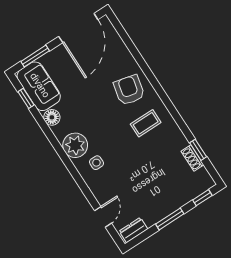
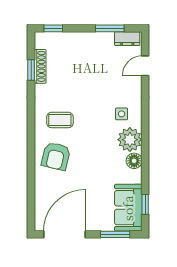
floor lamp: (52, 117) -> (134, 161), moved
shoe rack: (192, 158) -> (40, 66), width x1.43
window: (170, 219) -> (110, 28), moved

